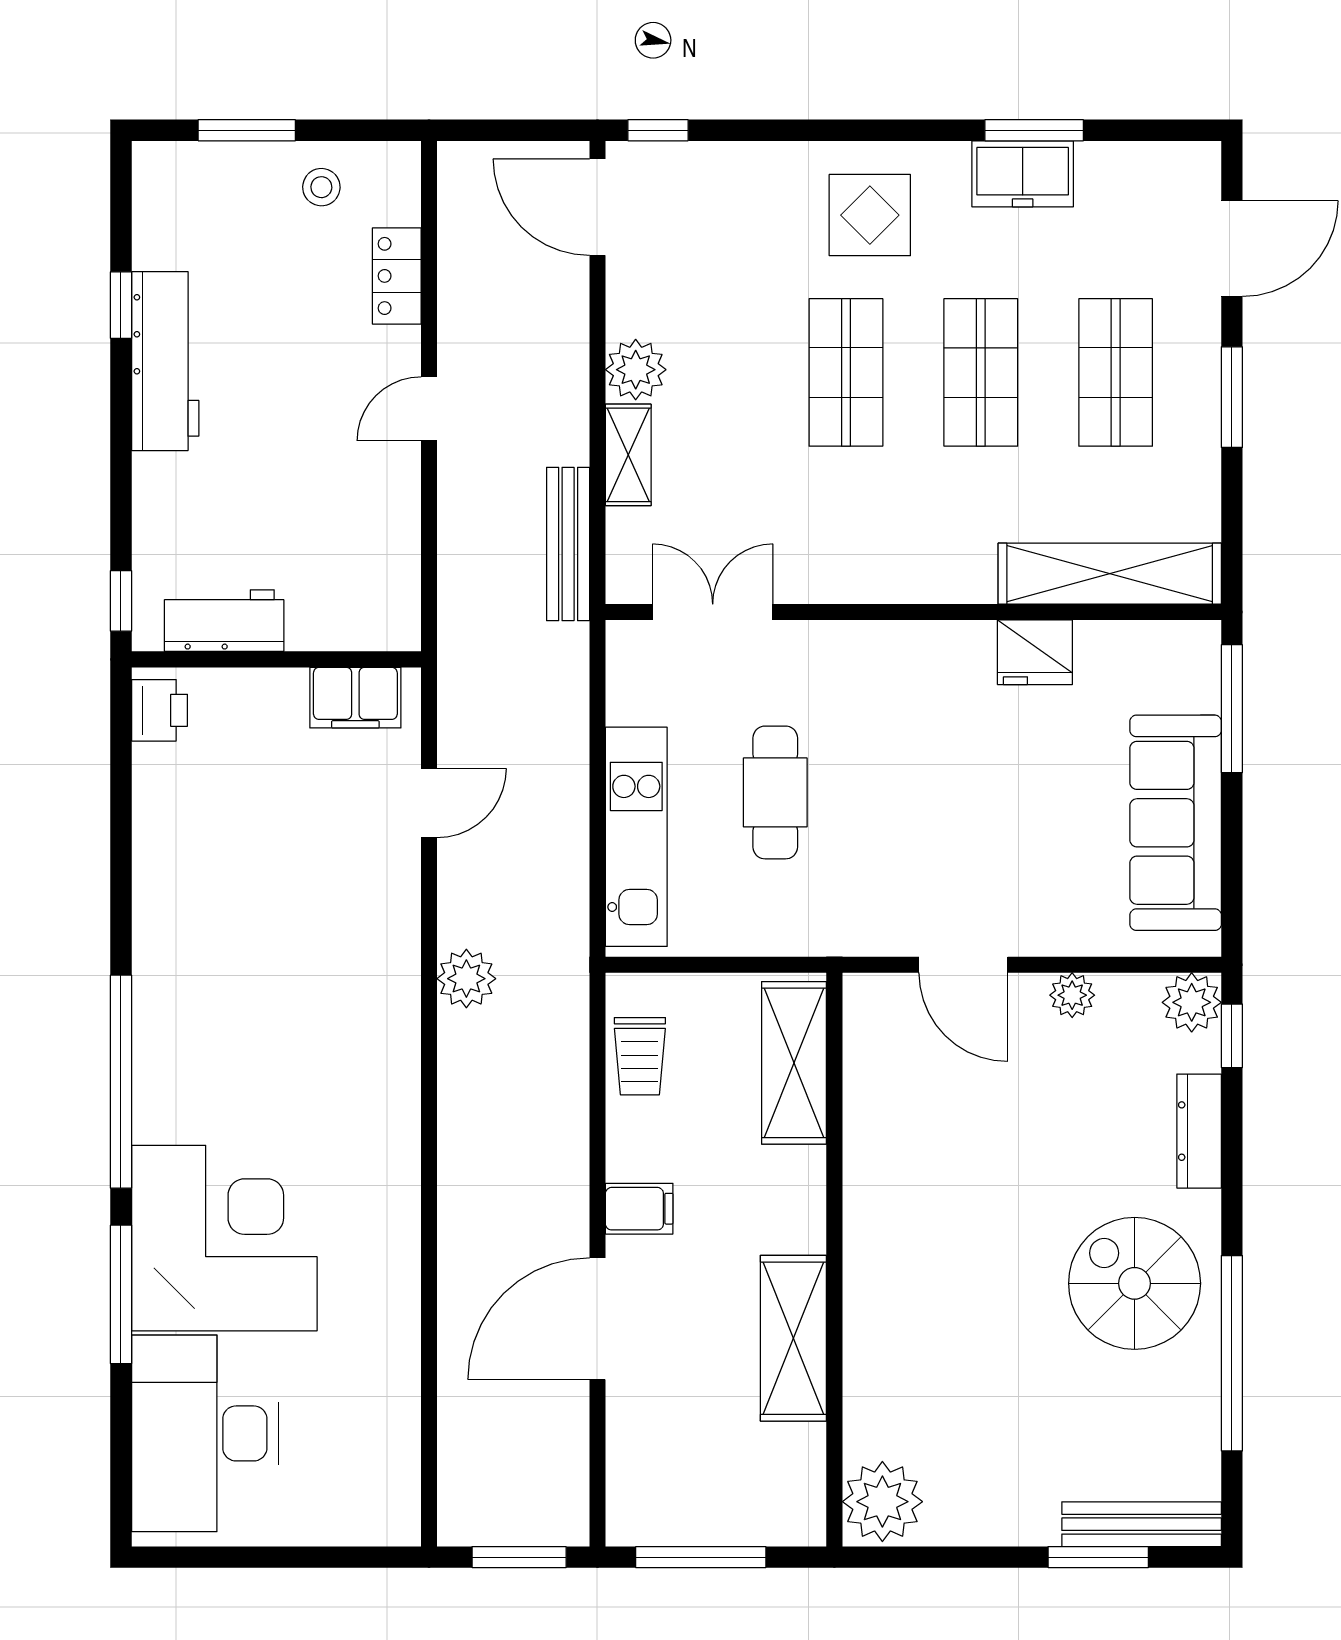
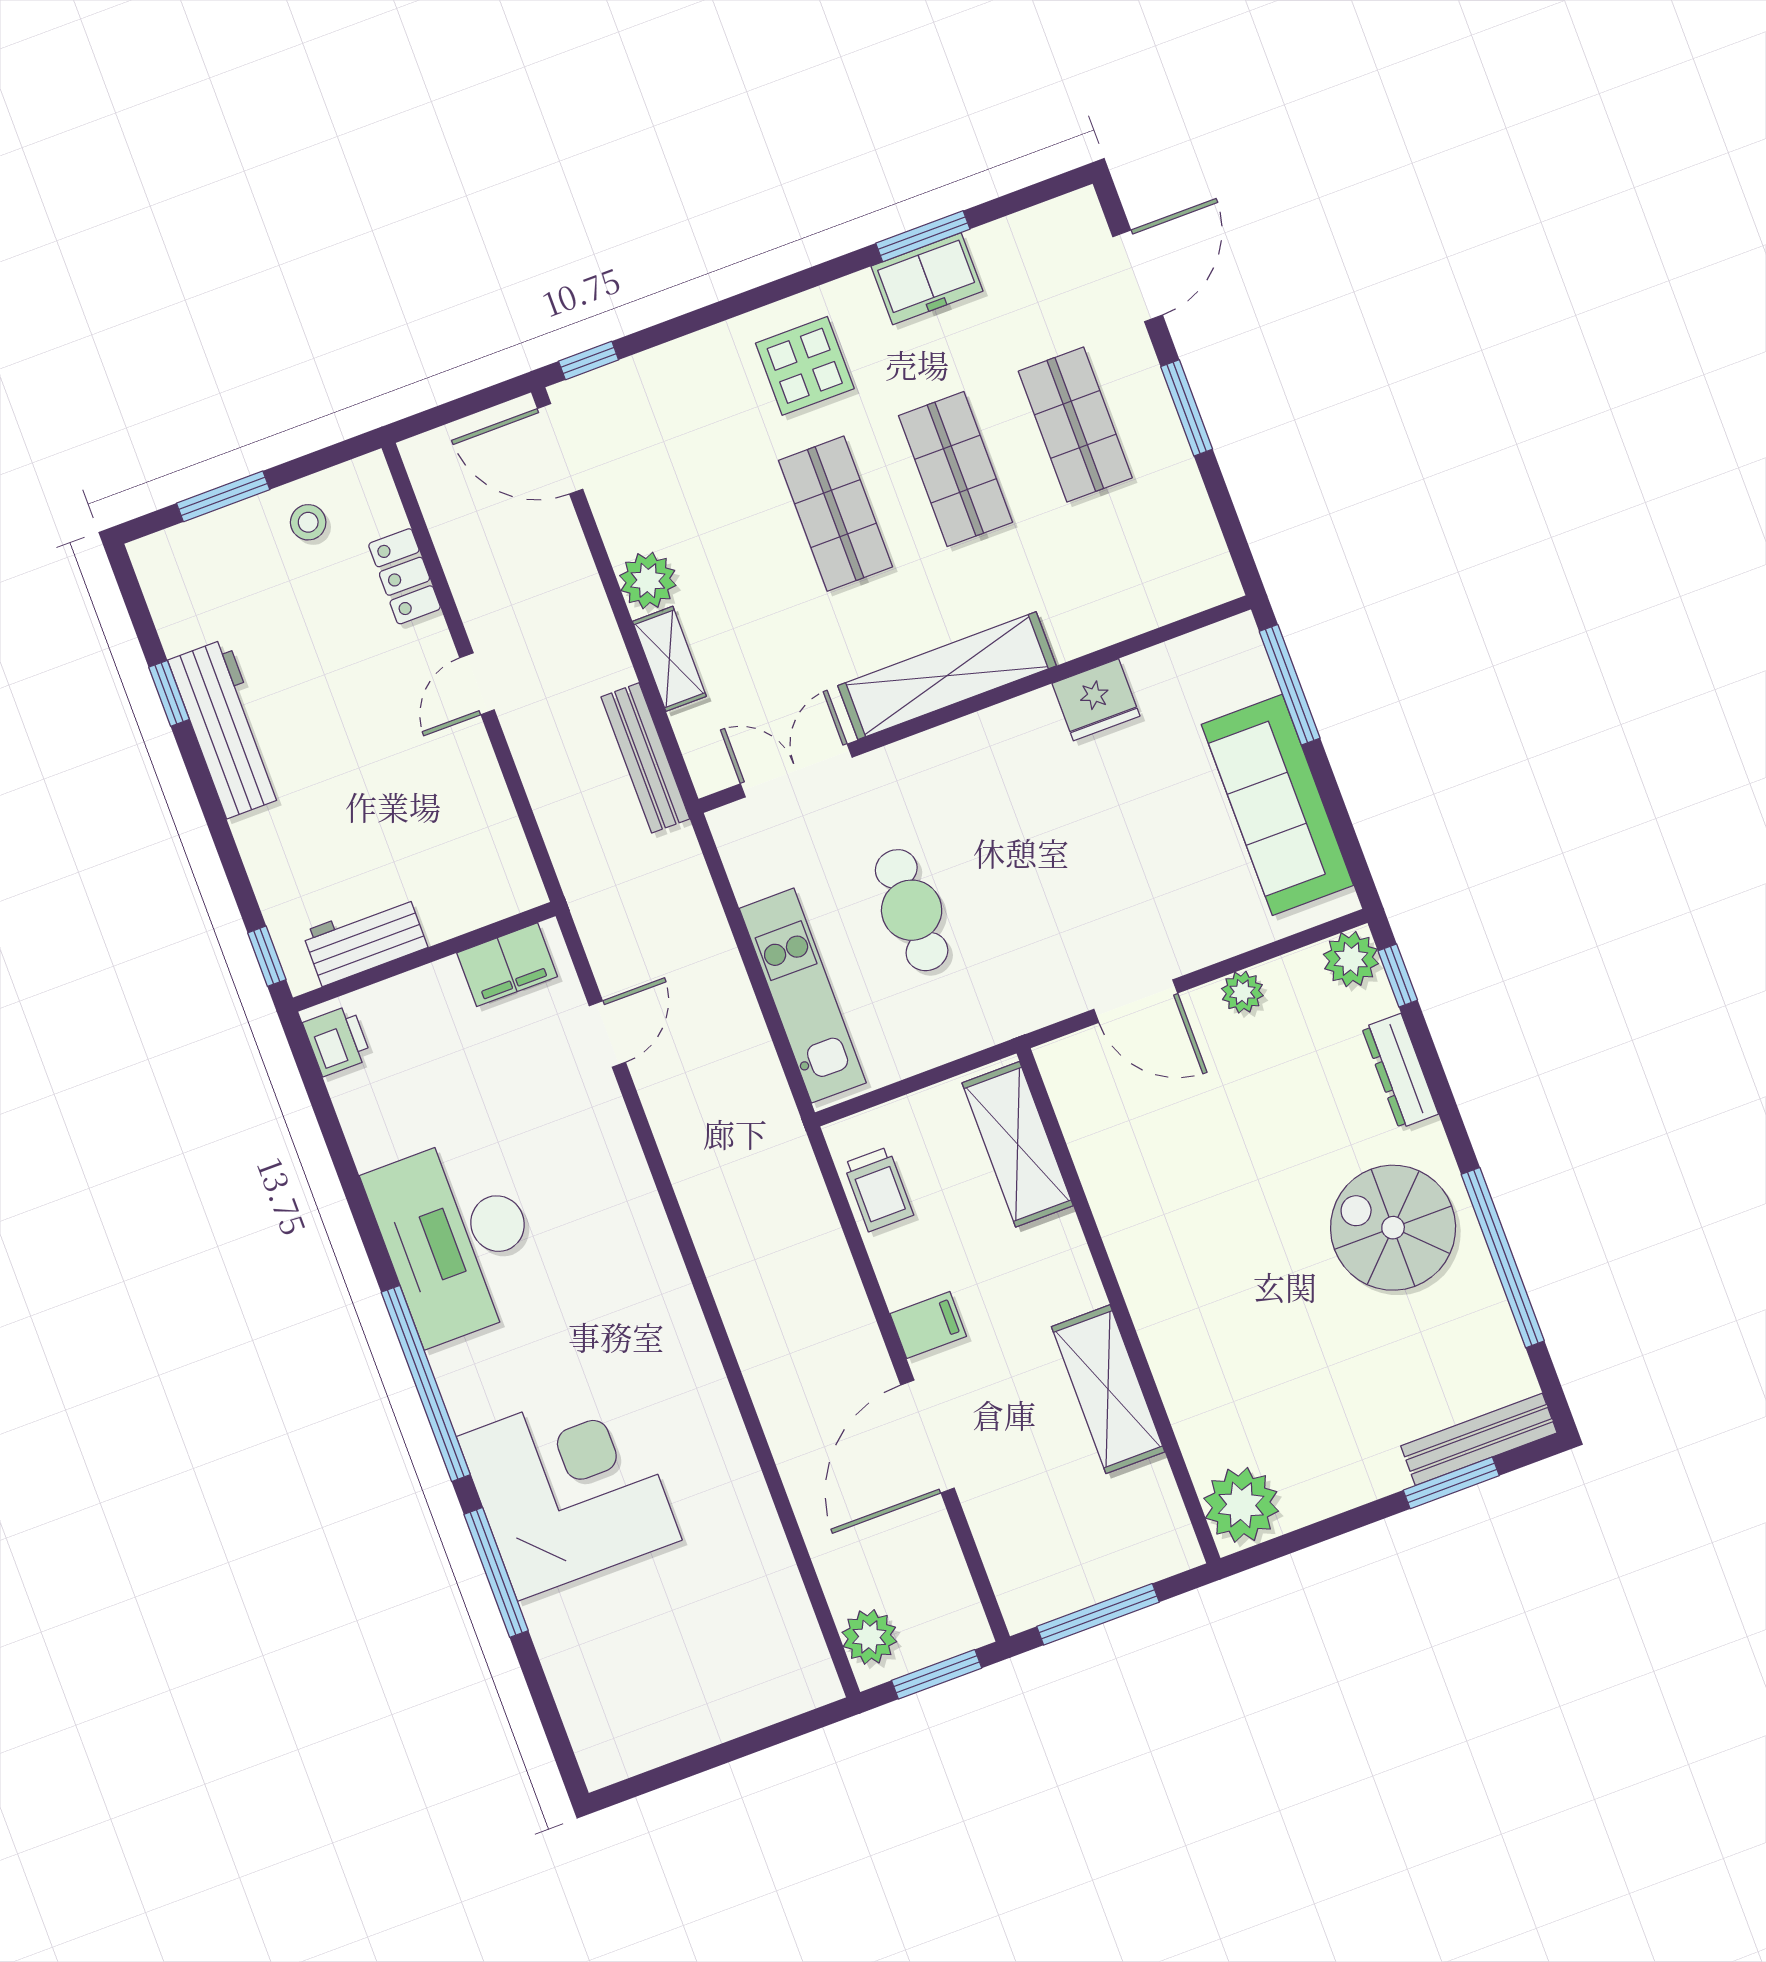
shelving: (1110, 574) -> (947, 676), moved
plant: (466, 979) -> (869, 1637), moved
desk: (205, 1433) -> (457, 1239), moved

